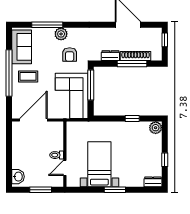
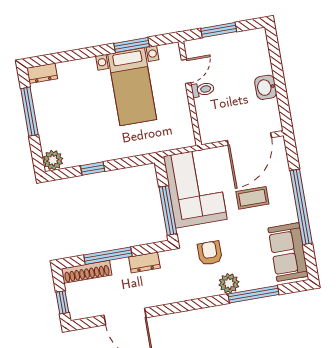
shoe rack: (136, 56) -> (87, 272), moved
coffee table: (28, 76) -> (252, 198), moved
window: (165, 160) -> (29, 112), width x2.17
washbasin: (18, 177) -> (266, 87), moved
window: (115, 190) -> (132, 45), moved

